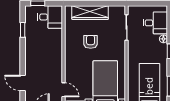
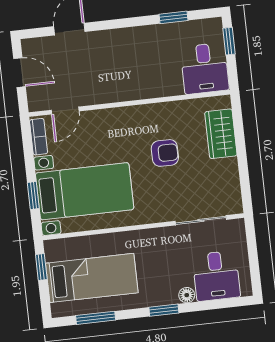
wardrobe: (90, 13) -> (221, 134), width x0.67

